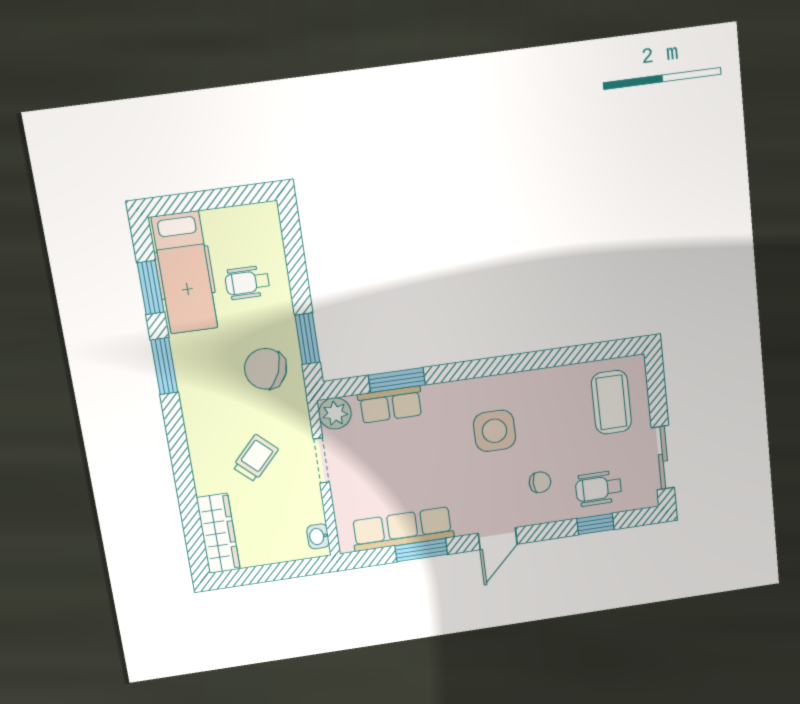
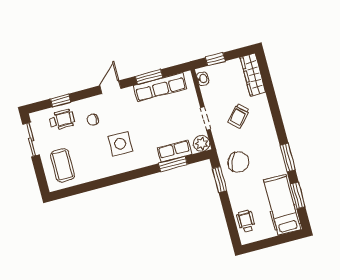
wheelchair: (247, 282) -> (246, 221), moved, turned -90
window: (289, 570) -> (215, 59), added

